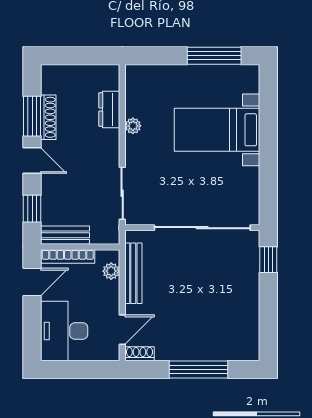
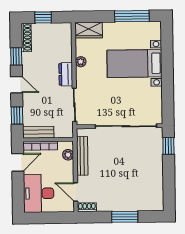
window: (75, 56) -> (43, 17), added
wardrobe: (146, 77) -> (89, 30), added
dresser: (109, 110) -> (66, 74), moved
window: (32, 116) -> (16, 56), width x0.67
shoe rack: (48, 117) -> (26, 37), moved
door: (122, 330) -> (76, 192), swing flipped
window: (198, 369) -> (125, 217), width x0.69

